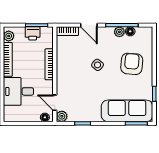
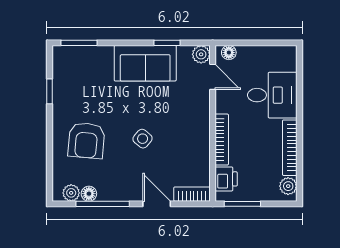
plant: (119, 32) -> (71, 193), moved
printer: (33, 33) -> (226, 179), moved, turned 90
sofa: (127, 111) -> (145, 63), moved, width x0.73

